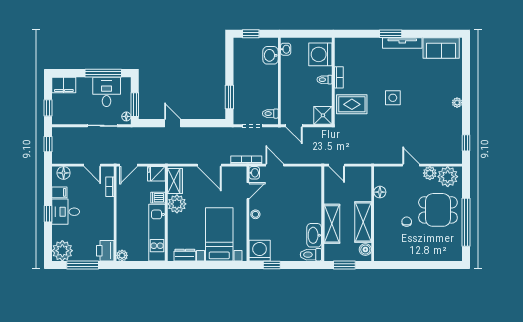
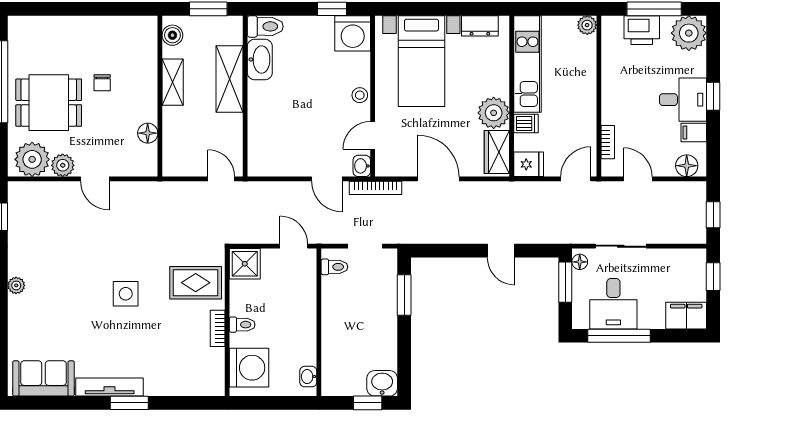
washbasin: (271, 55) -> (382, 383), moved, turned -90
shelving: (363, 222) -> (173, 82), width x0.67, depth x0.75
printer: (105, 251) -> (642, 30), moved, turned 90

